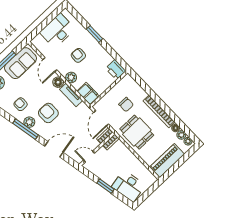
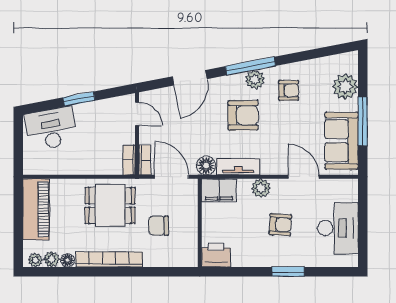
floor lamp: (58, 82) -> (206, 166), moved
door: (89, 157) -> (137, 114), hinge flipped

